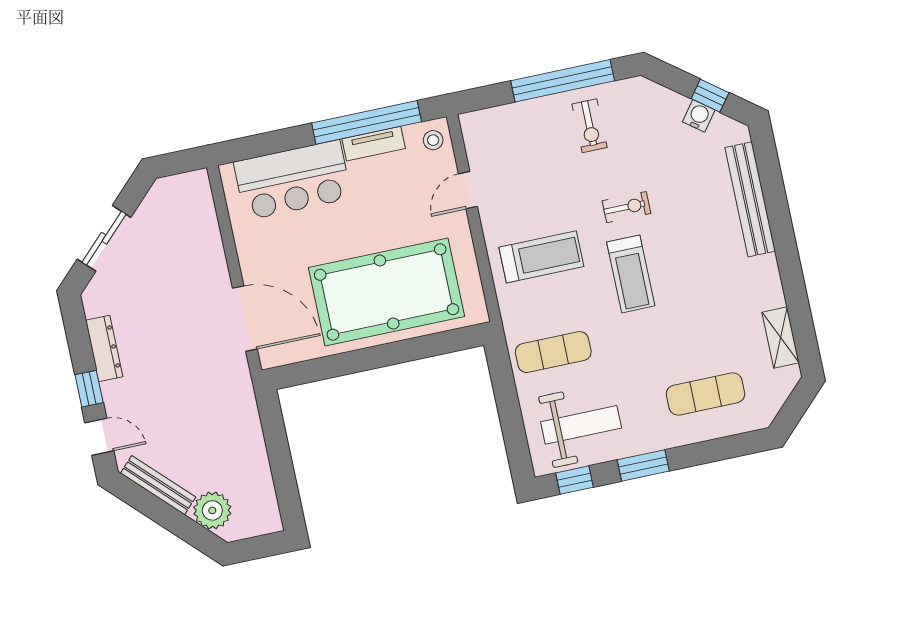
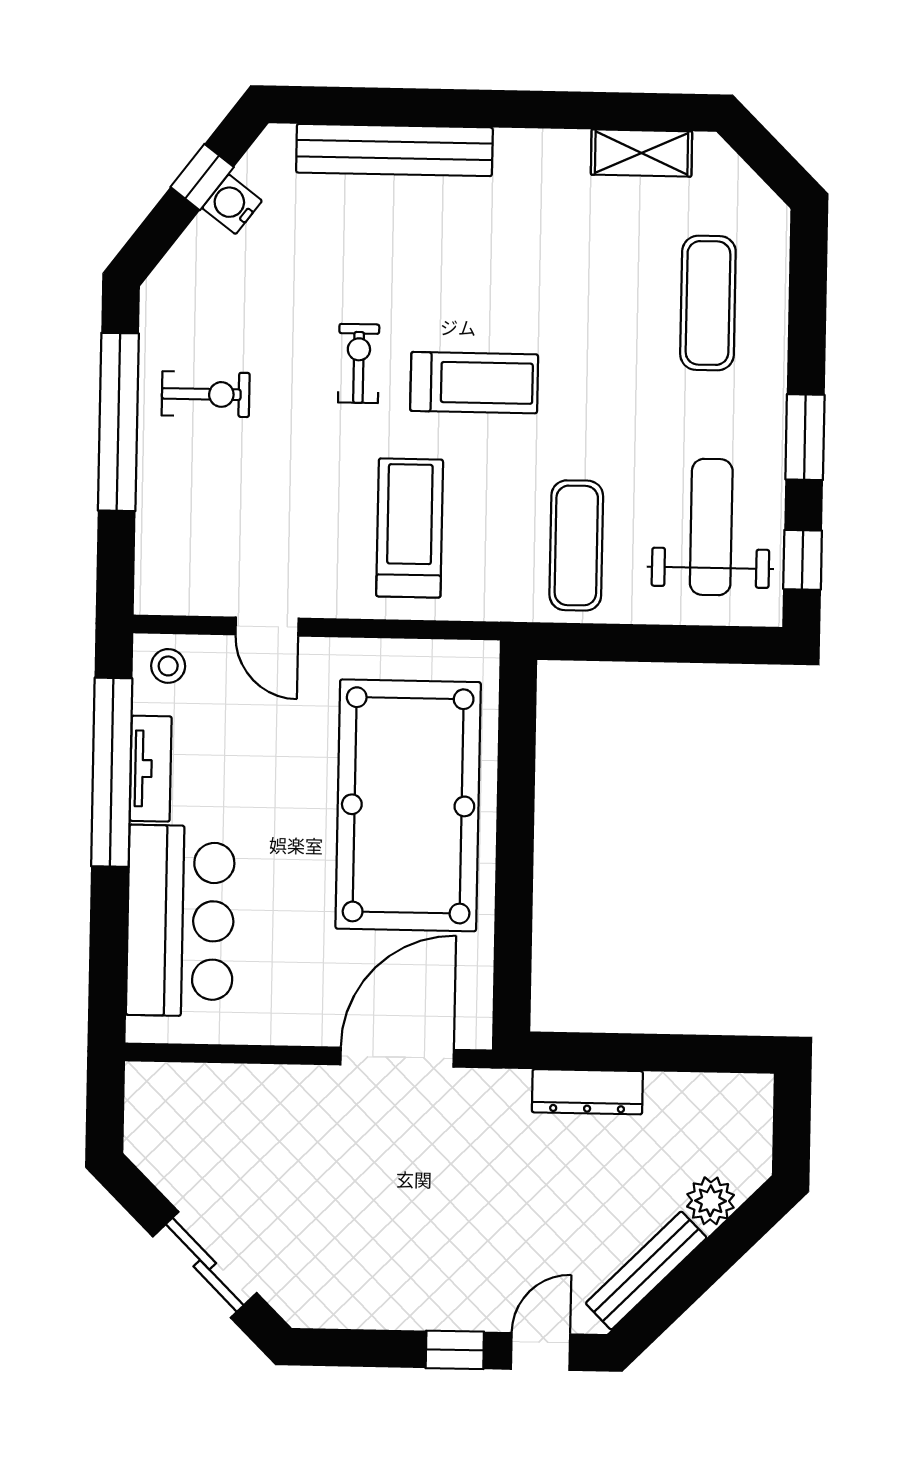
dresser: (104, 348) -> (587, 1092), moved, turned 180
plant: (212, 510) -> (711, 1201), width x0.73, depth x0.73

